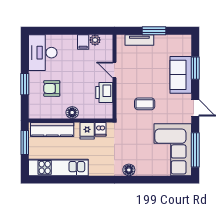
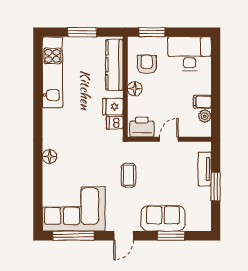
floor lamp: (72, 113) -> (135, 89), moved
wall: (71, 120) -> (125, 87), moved
dishwasher: (101, 129) -> (115, 123), moved
kitchen counter: (52, 130) -> (114, 65), moved
fridge: (87, 131) -> (113, 107), moved

